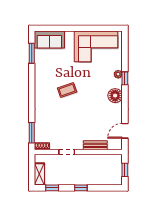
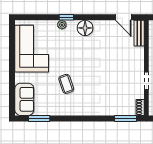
coffee table: (67, 90) -> (66, 84), moved
bench: (95, 145) -> (139, 33), moved

